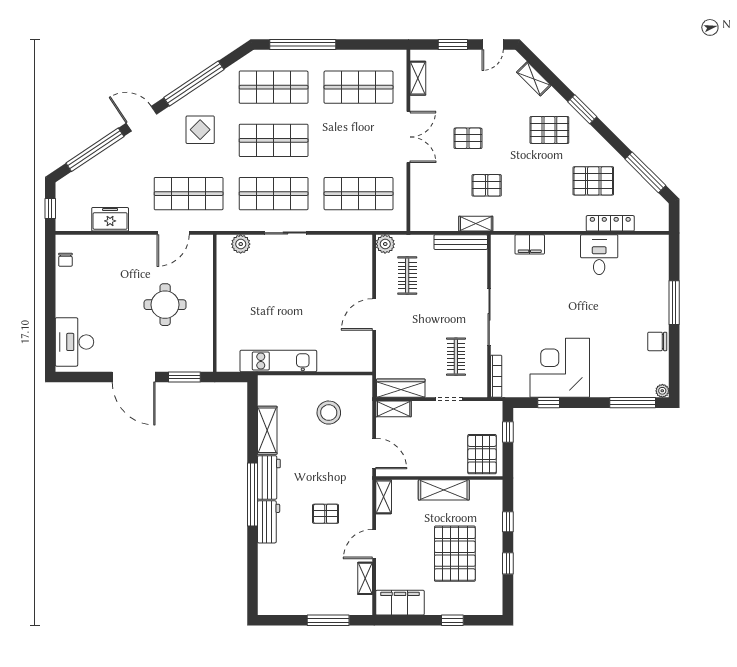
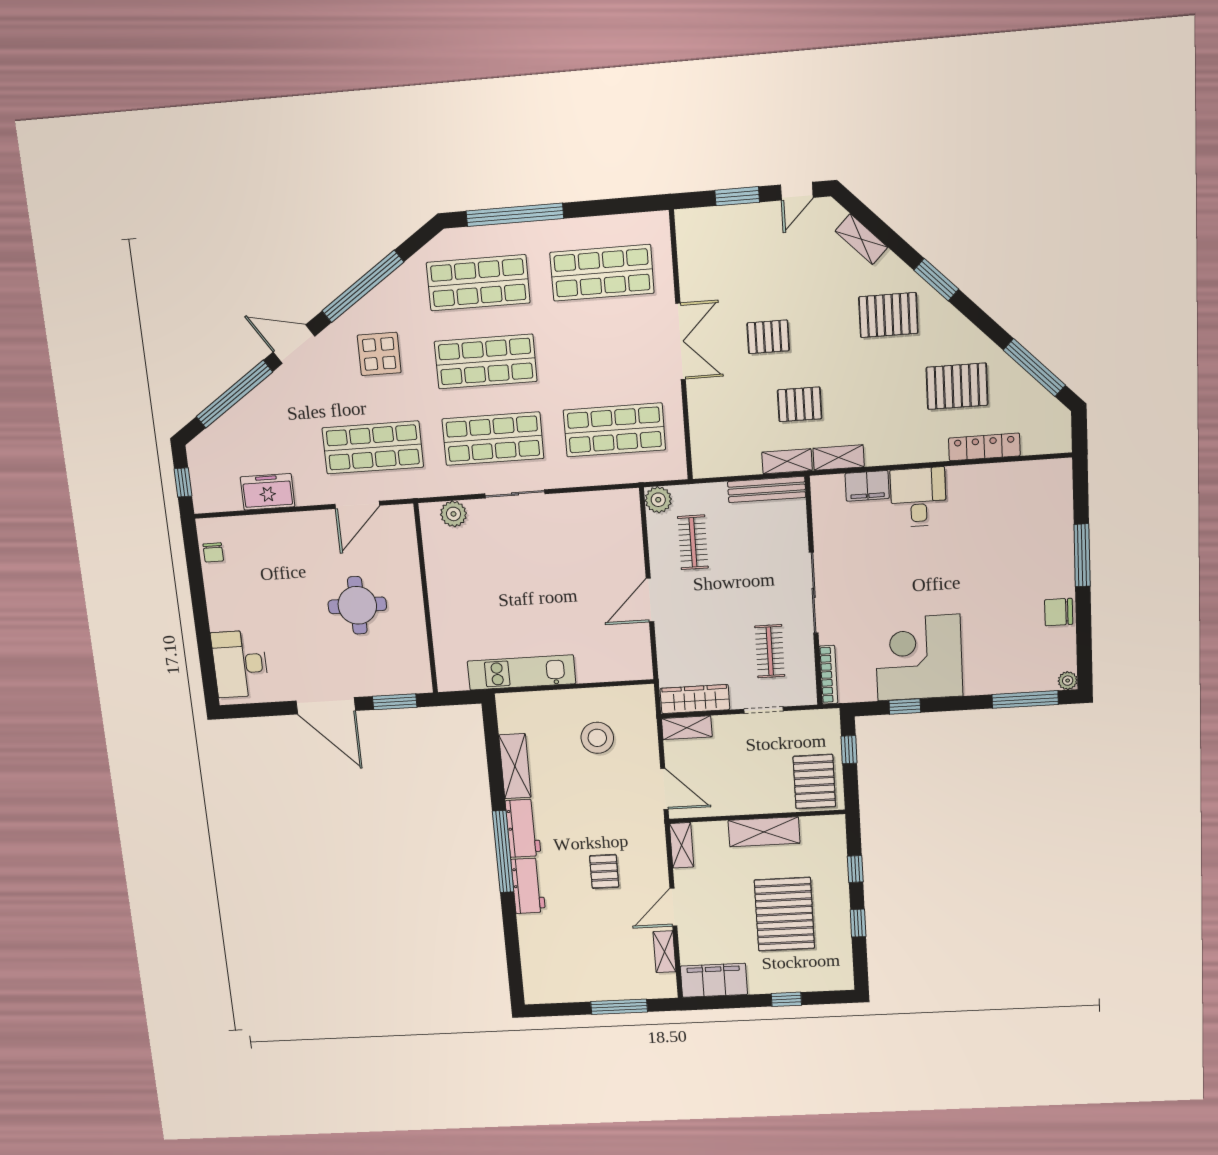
shelving: (418, 78) -> (839, 458), moved, turned 90
desk: (599, 255) -> (918, 497), moved
pallet: (326, 514) -> (604, 871), turned 90

